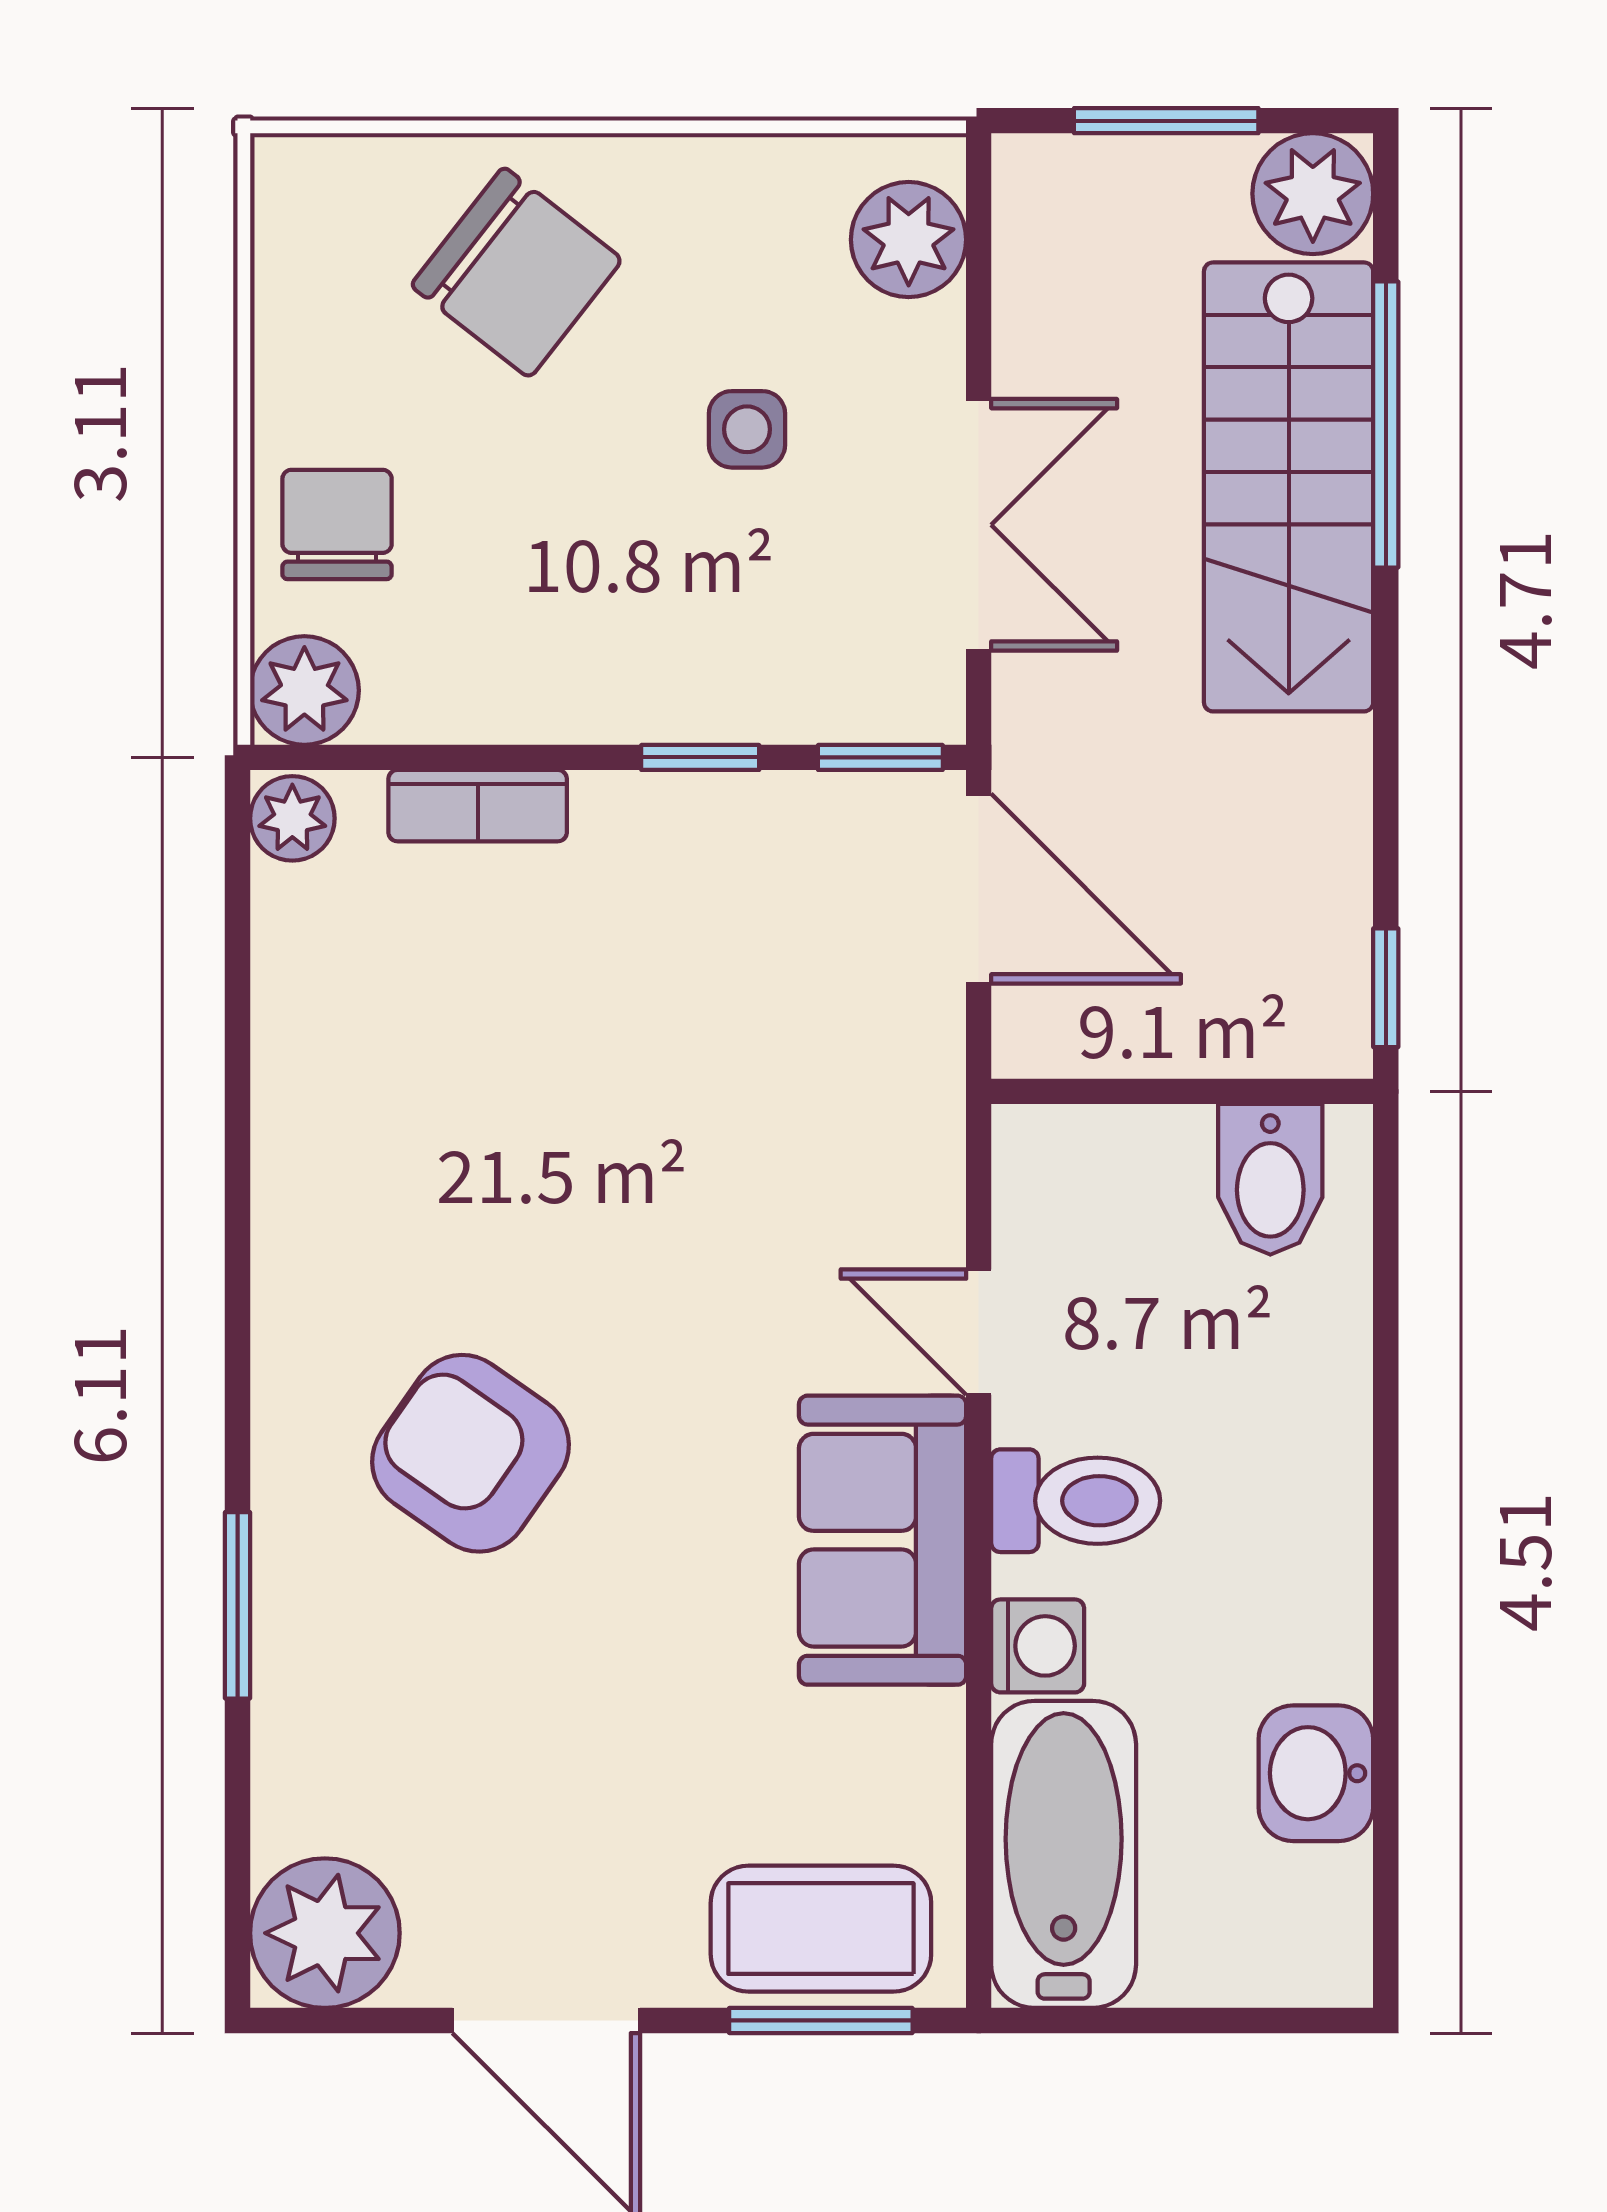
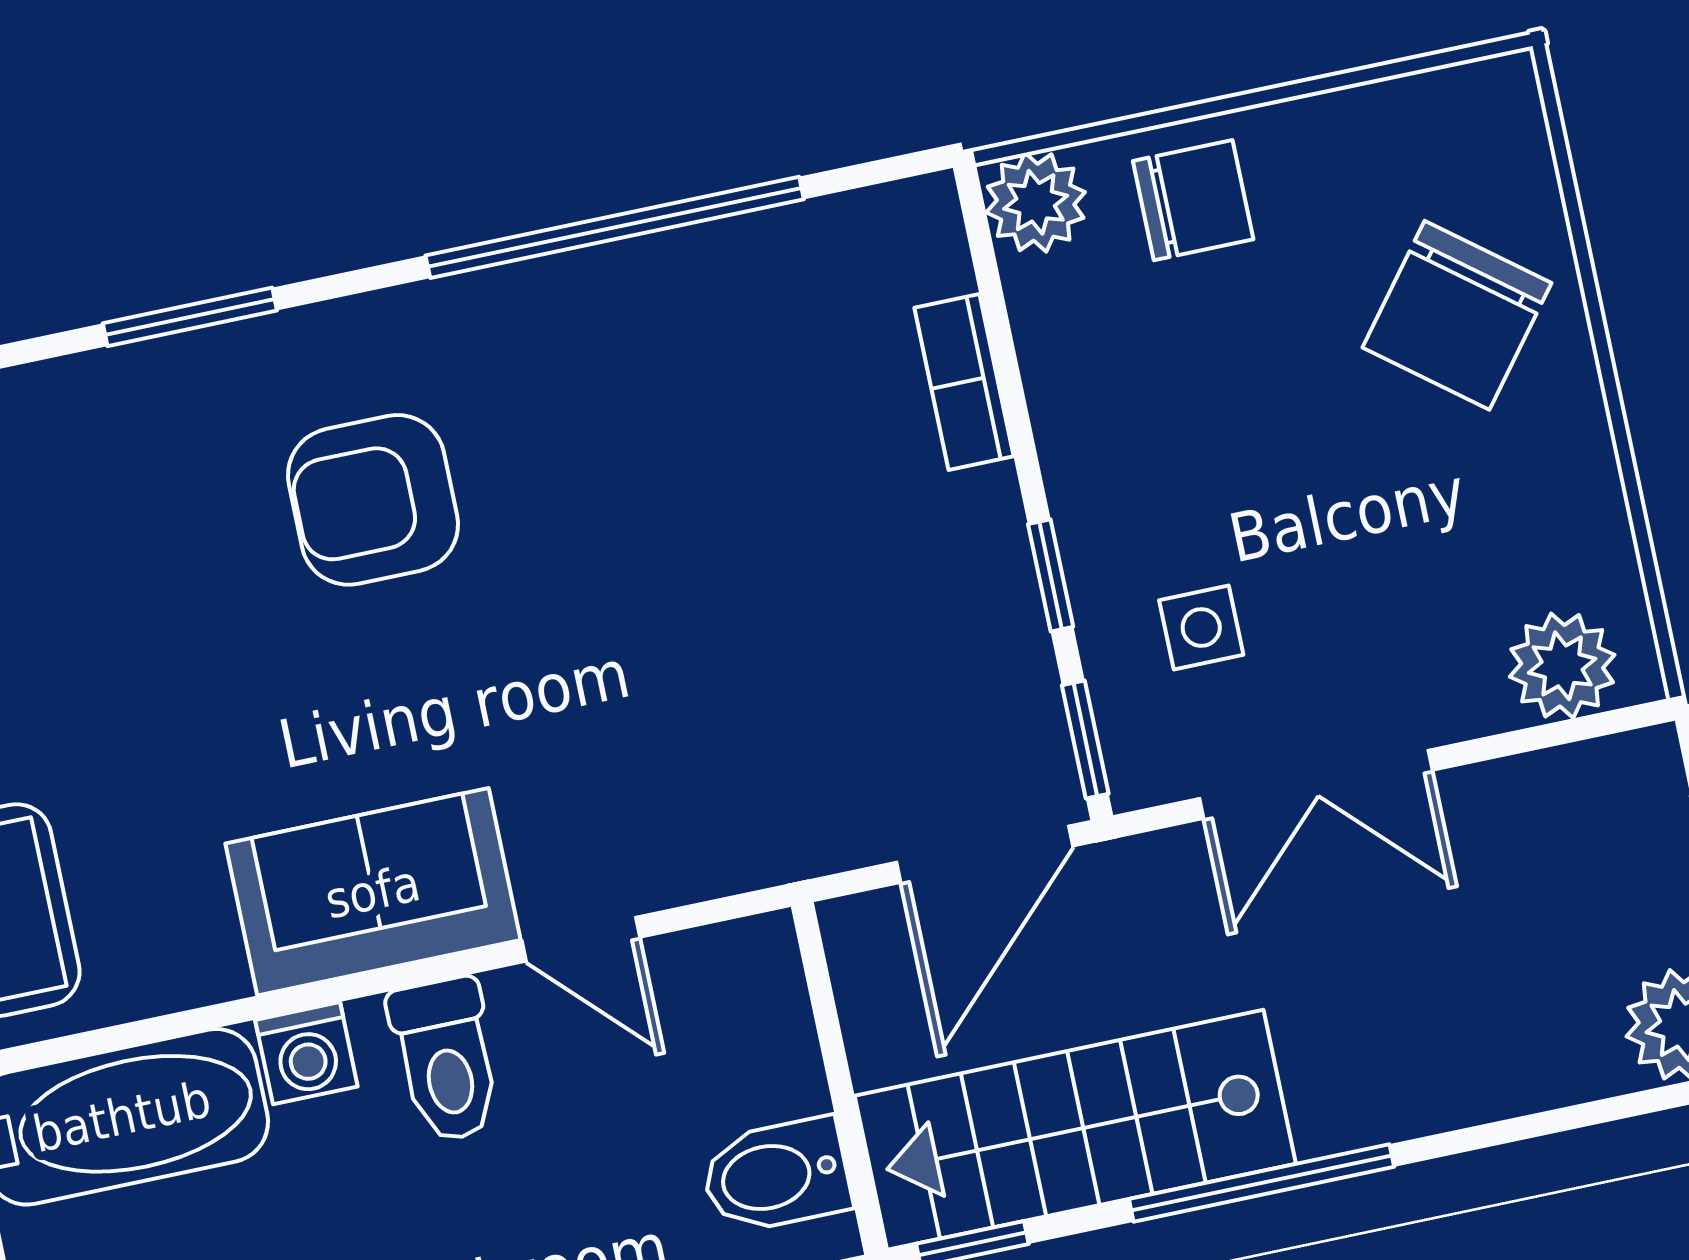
window: (1386, 425) -> (1262, 1183), moved
side table: (747, 429) -> (1201, 627), moved
stairs: (1289, 487) -> (1075, 1130), moved
plant: (292, 818) -> (917, 216), removed
window: (238, 1139) -> (615, 227), added
door: (979, 1332) -> (581, 939), swing flipped
armchair: (471, 1453) -> (373, 500), turned -125

